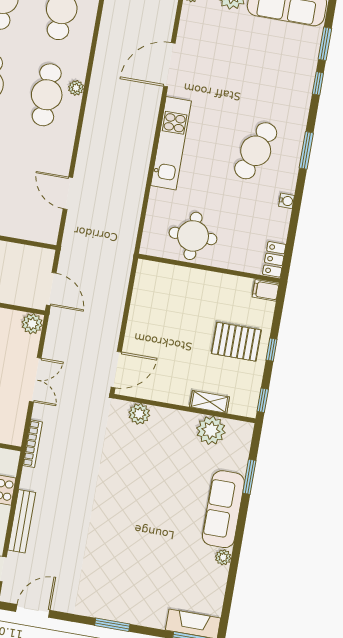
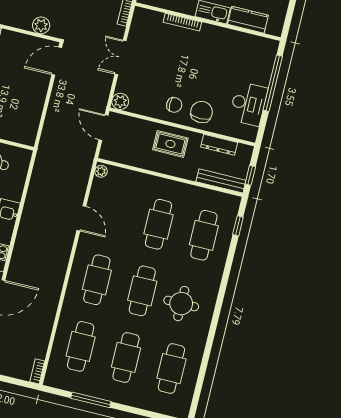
plant: (76, 88) -> (101, 171), moved
door: (68, 193) -> (81, 218), moved

